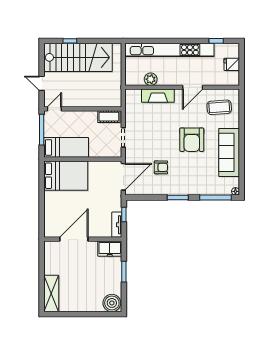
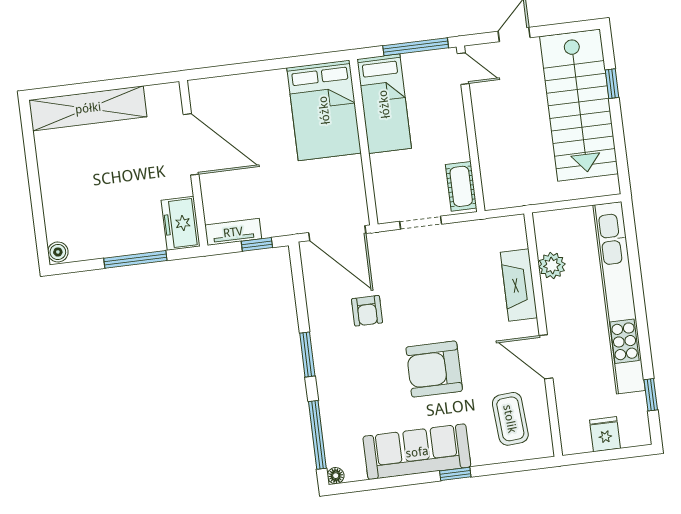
window: (242, 136) -> (455, 474), added
window: (124, 272) -> (135, 259), width x1.44
shelving: (51, 293) -> (88, 108), width x1.47
boiler: (112, 303) -> (58, 252), width x0.54, depth x0.54

